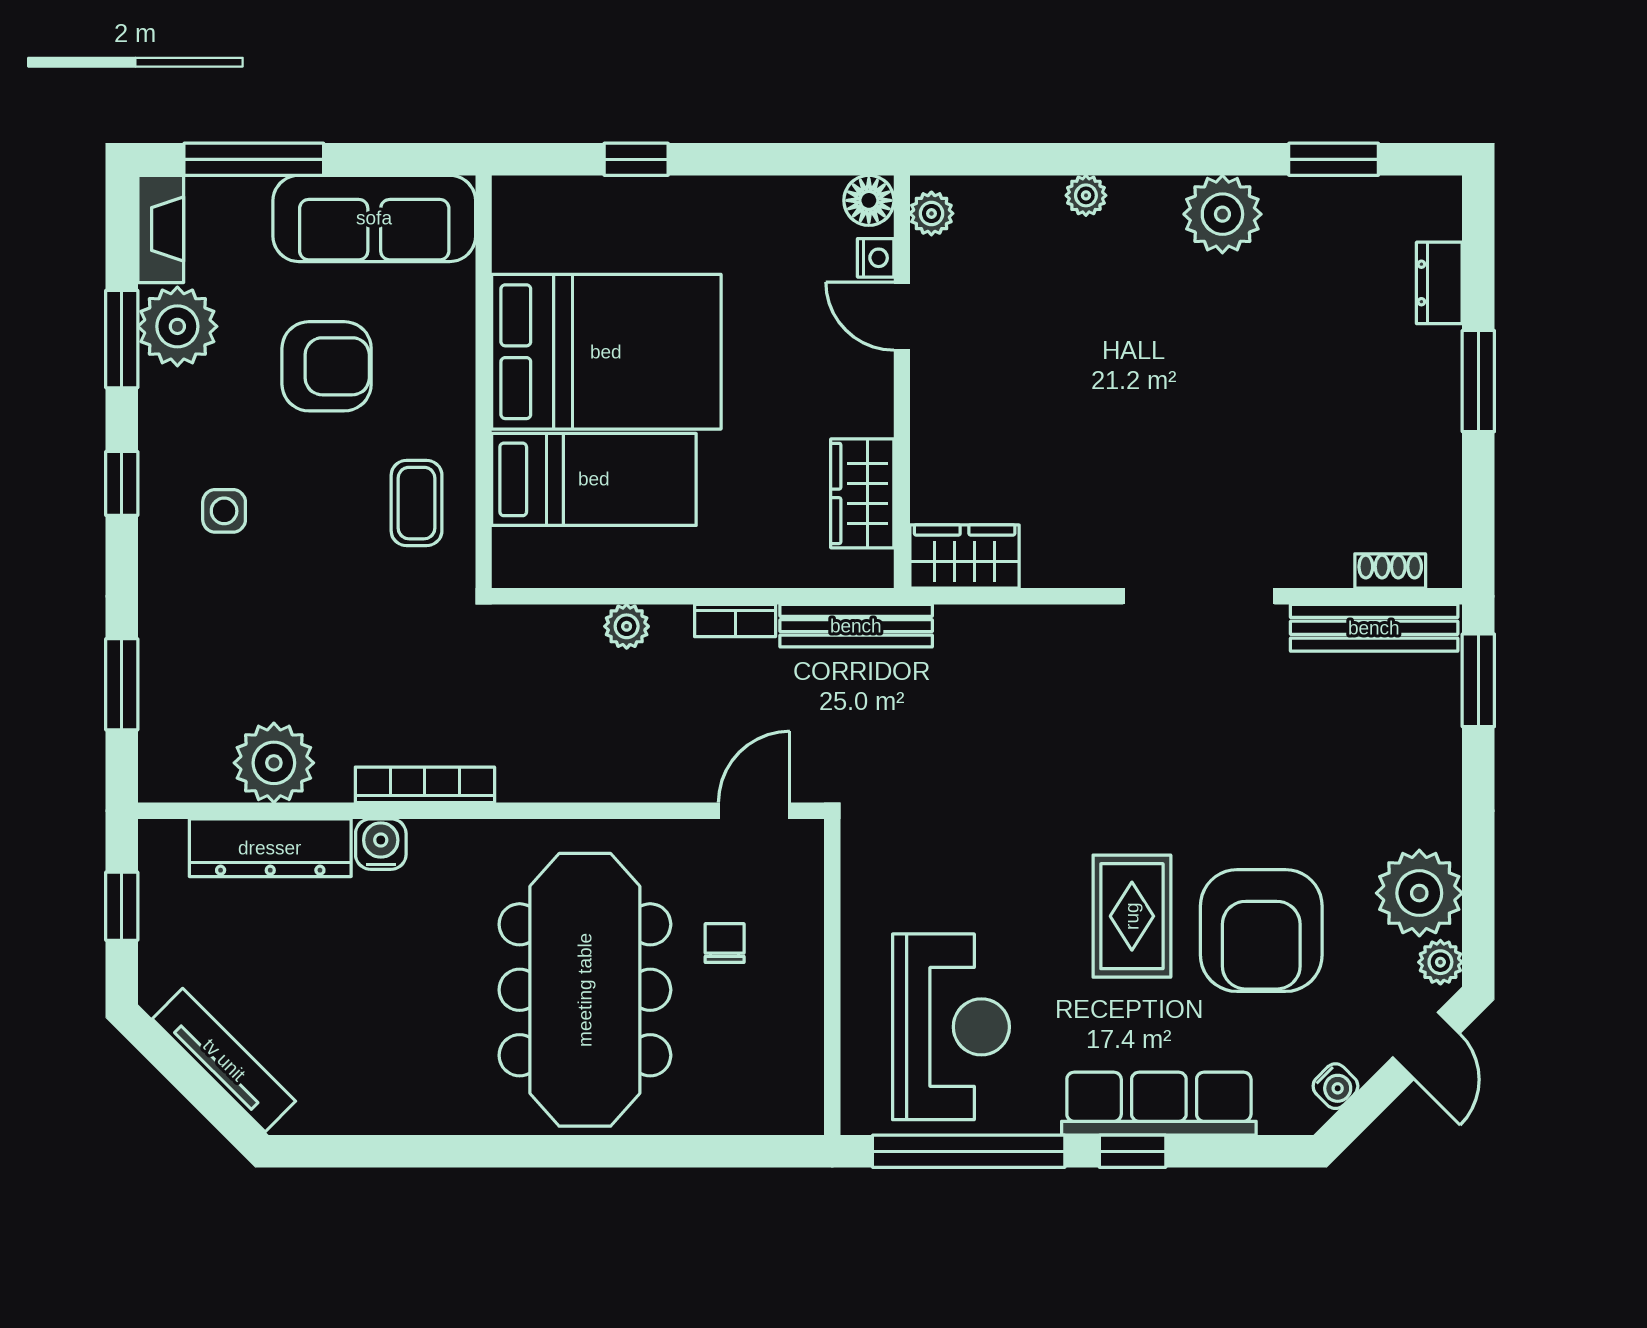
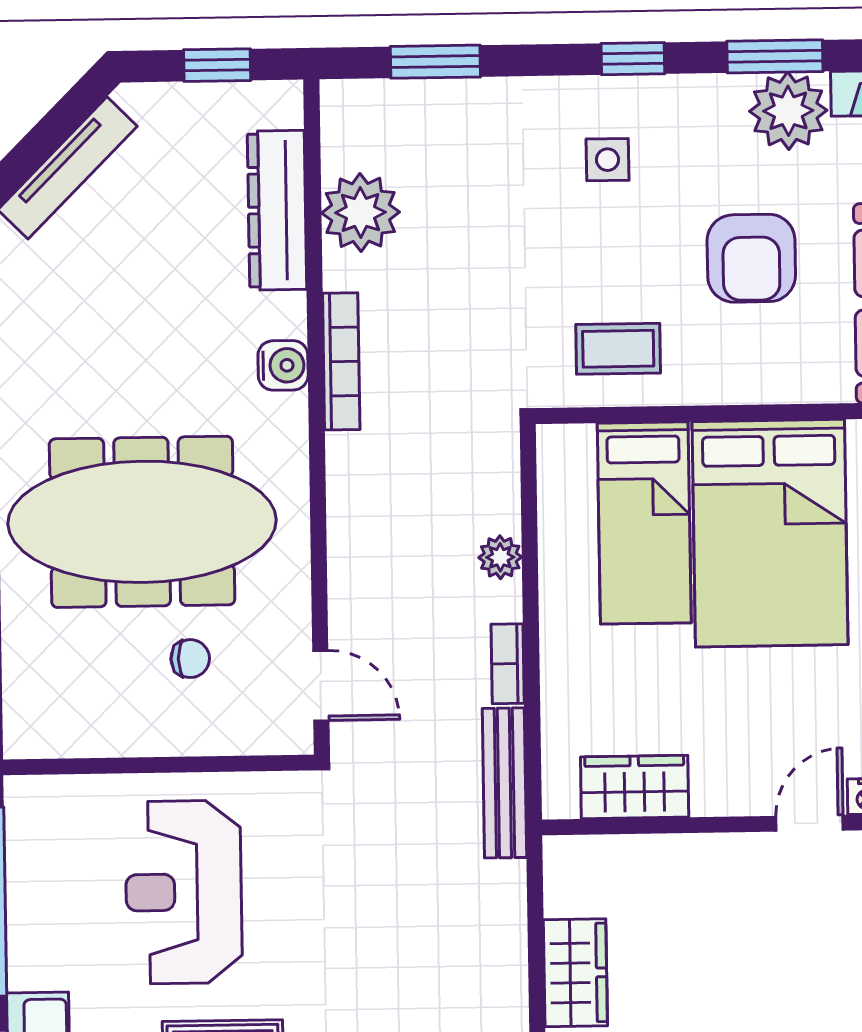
wardrobe: (965, 557) -> (575, 973), moved
water cooler: (381, 844) -> (283, 365), moved
reception desk: (951, 1027) -> (184, 892), moved, turned 90

